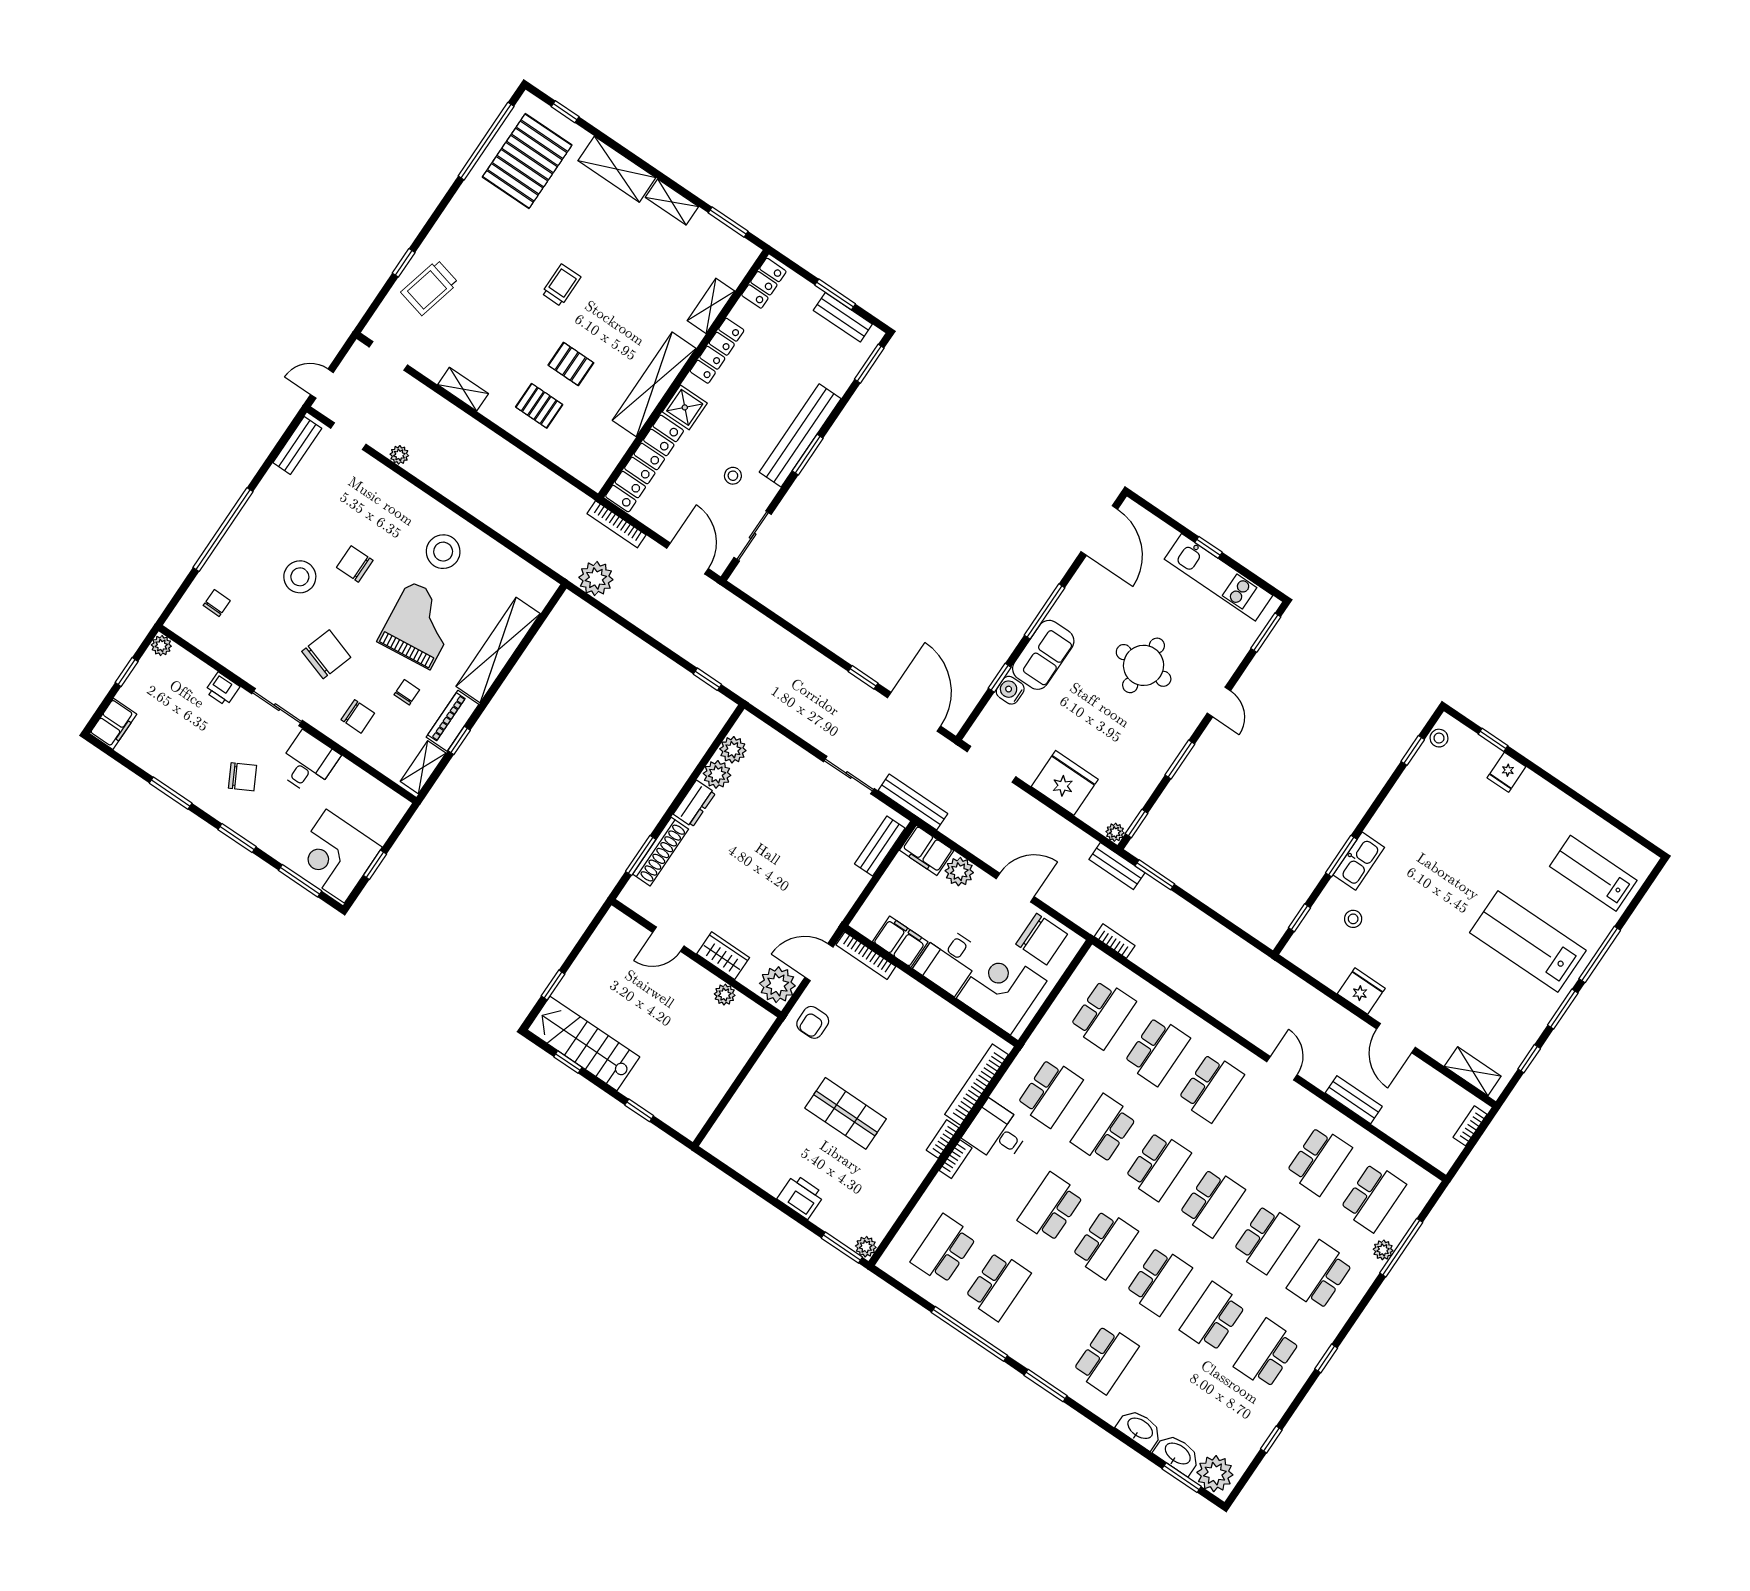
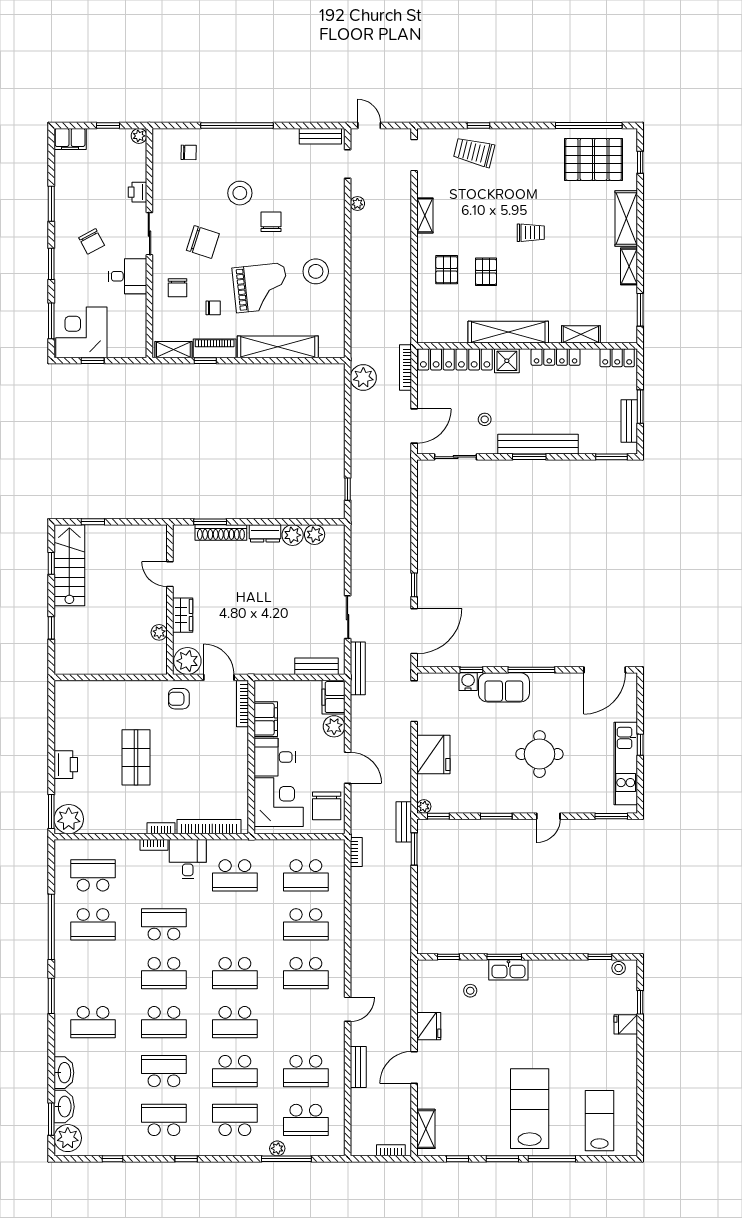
school desk: (1104, 1129) -> (235, 924), removed
plant: (866, 1247) -> (69, 819), width x1.87, depth x1.87

